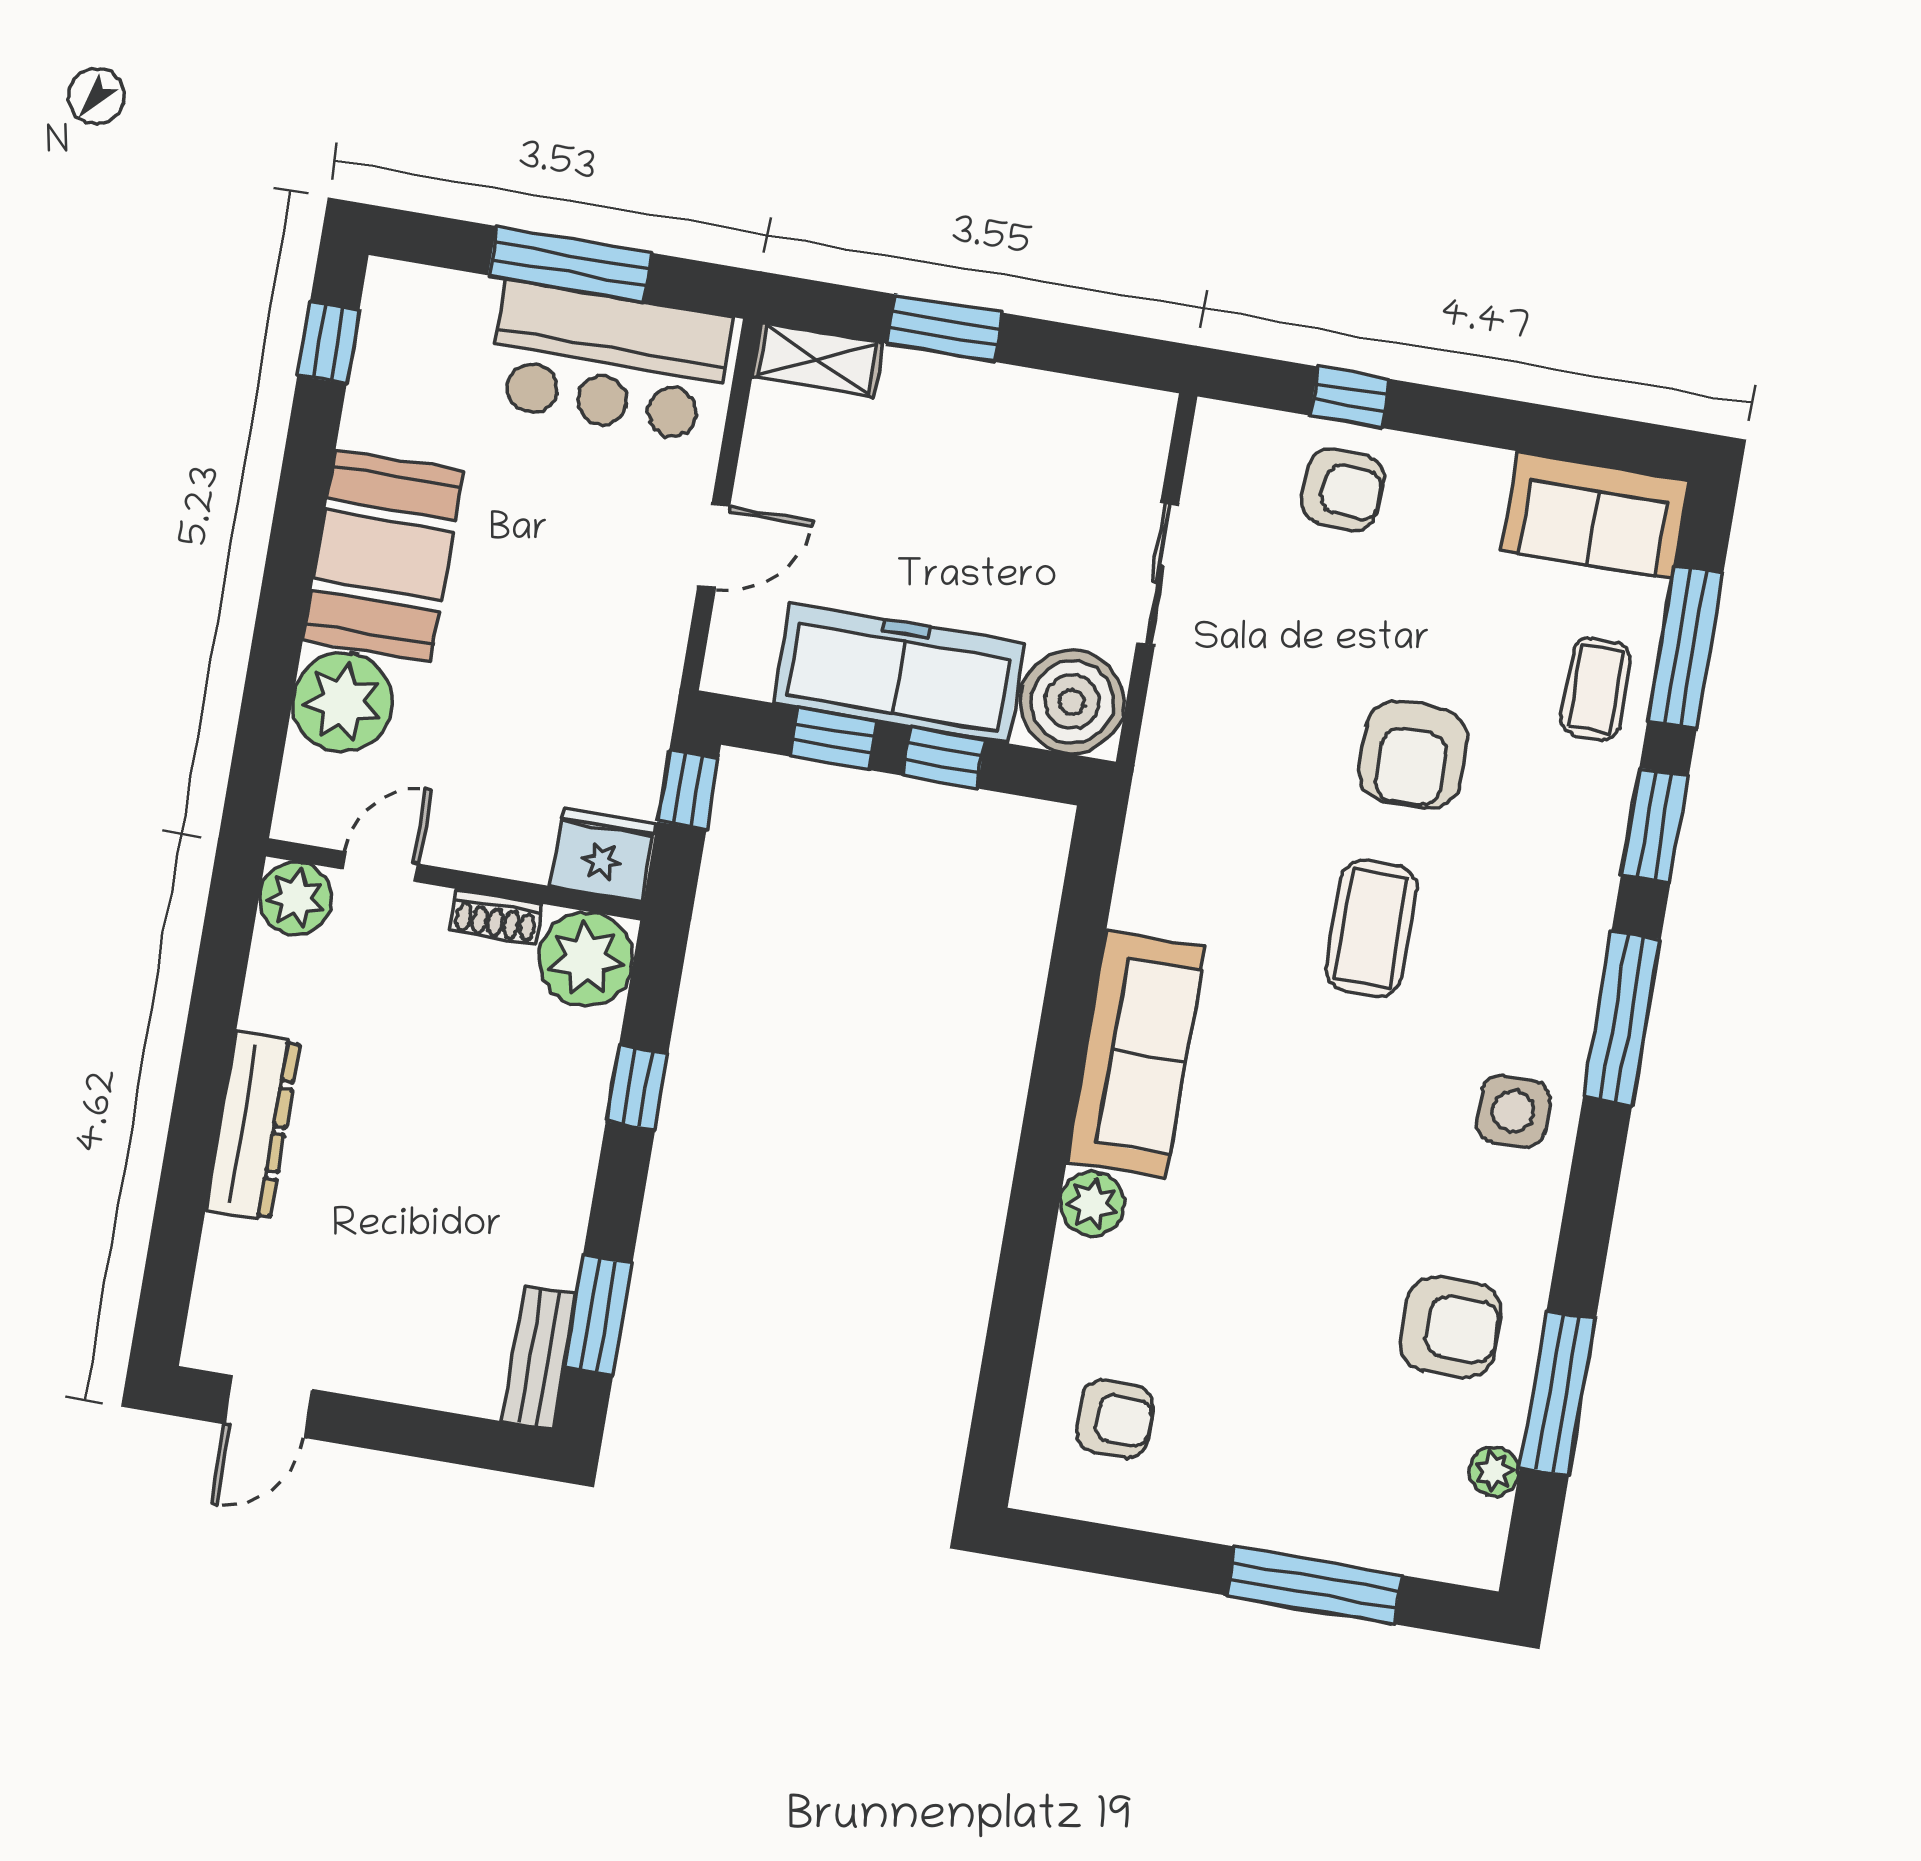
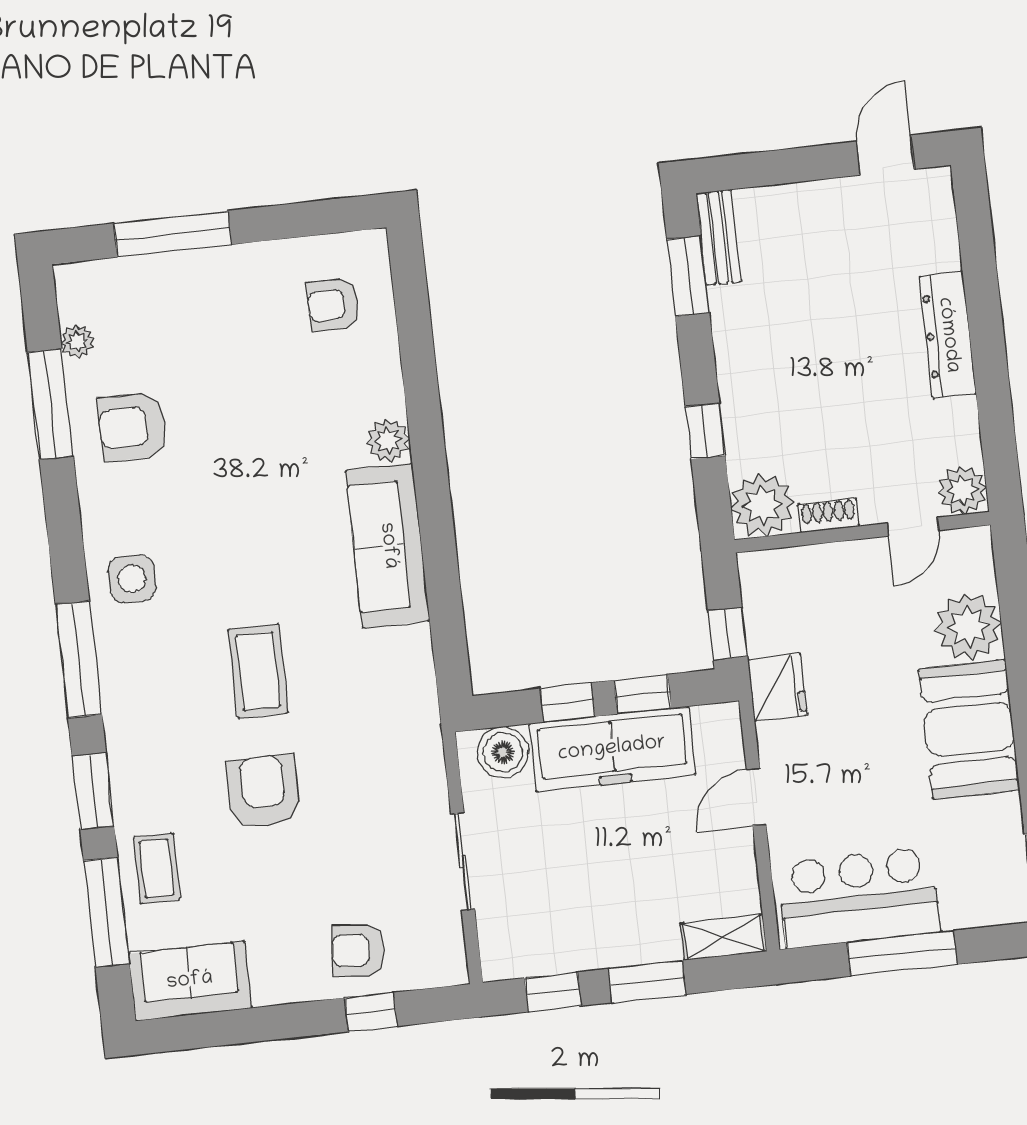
window: (1083, 352) -> (553, 992), added
boiler: (1072, 702) -> (503, 752), width x0.73, depth x0.73
fridge: (603, 855) -> (777, 687), moved, turned -90

